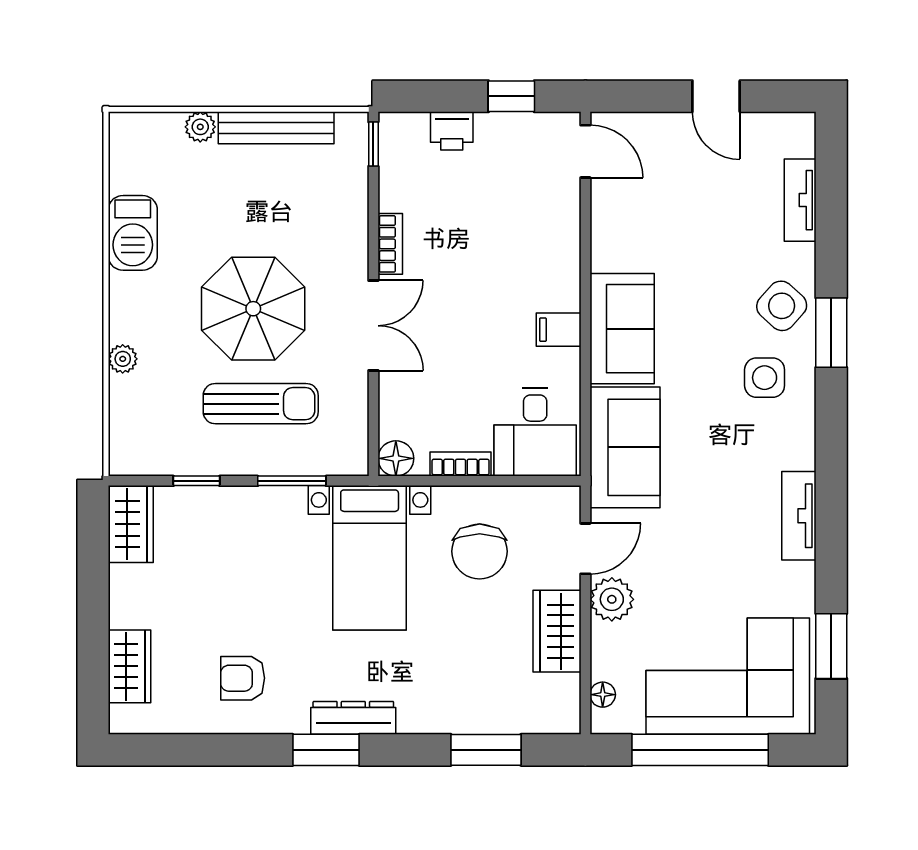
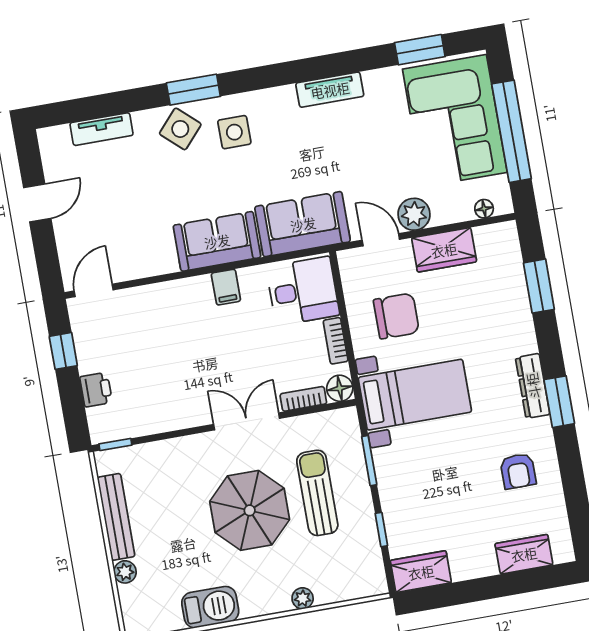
bookcase: (390, 244) -> (303, 399), moved

